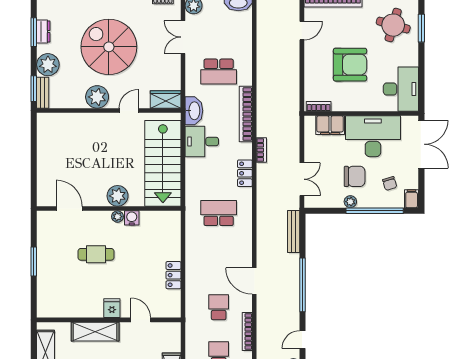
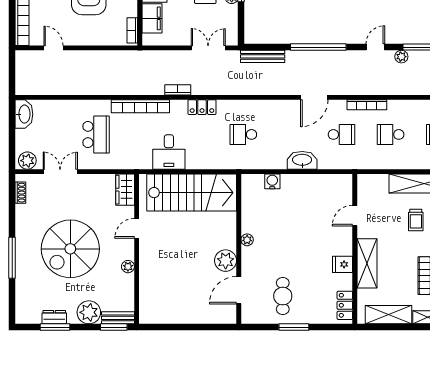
double door: (183, 37) -> (60, 172), swing flipped
plant: (97, 97) -> (128, 267), width x0.53, depth x0.53
door: (129, 111) -> (137, 228), hinge flipped
washbasin: (194, 111) -> (302, 160), moved
plant: (118, 196) -> (226, 261), moved
school desk: (219, 213) -> (243, 134), width x0.54
water cooler: (132, 218) -> (272, 181), moved, turned 90
cafe table: (96, 254) -> (283, 296), moved
locker: (173, 275) -> (345, 305), moved, turned 90
school desk: (219, 307) -> (342, 134), turned 180
fridge: (112, 308) -> (342, 264), moved
door: (303, 340) -> (375, 47), swing flipped

